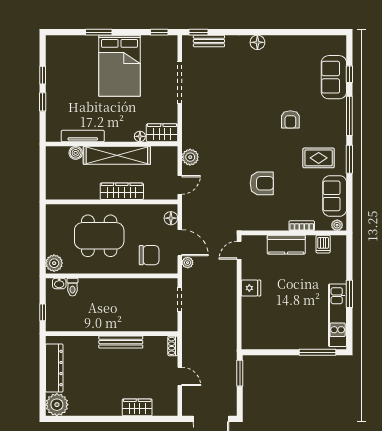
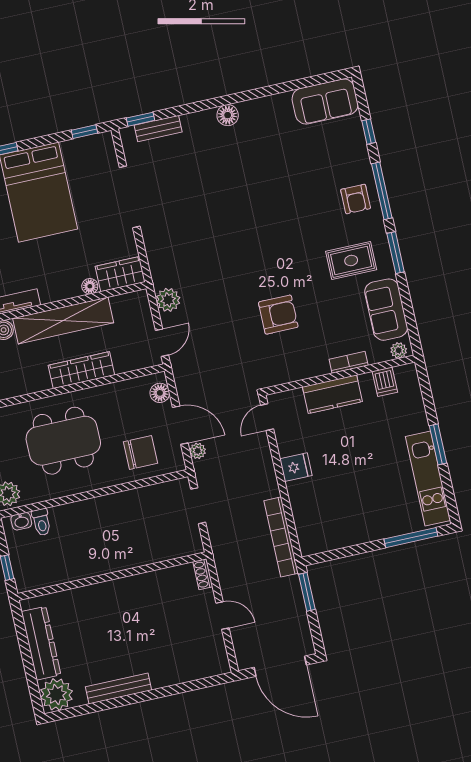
sofa: (334, 77) -> (325, 102), moved, turned -90
armchair: (290, 119) -> (356, 199), moved
bookcase: (231, 333) -> (281, 537), added
bench: (121, 342) -> (118, 688), moved
wardrobe: (137, 407) -> (172, 673), removed

